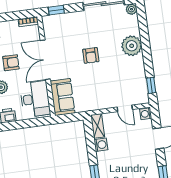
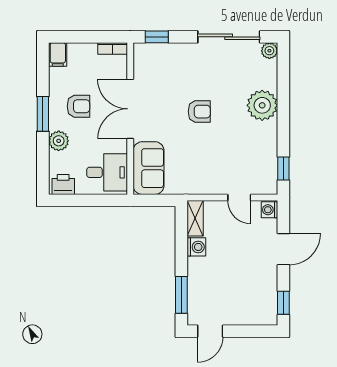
armchair: (91, 55) -> (199, 112), turned -90
desk: (35, 99) -> (107, 172), width x0.73

